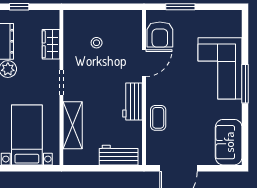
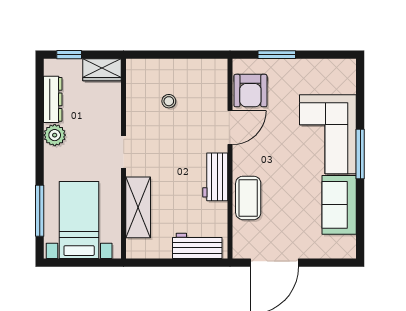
wardrobe: (51, 44) -> (102, 70), moved, turned -90
coffee table: (158, 118) -> (248, 198), width x1.36, depth x1.30
sofa: (229, 142) -> (339, 205), moved

